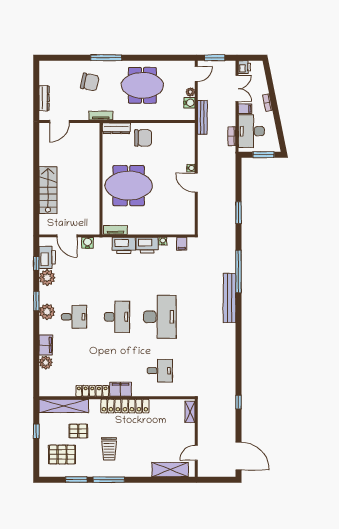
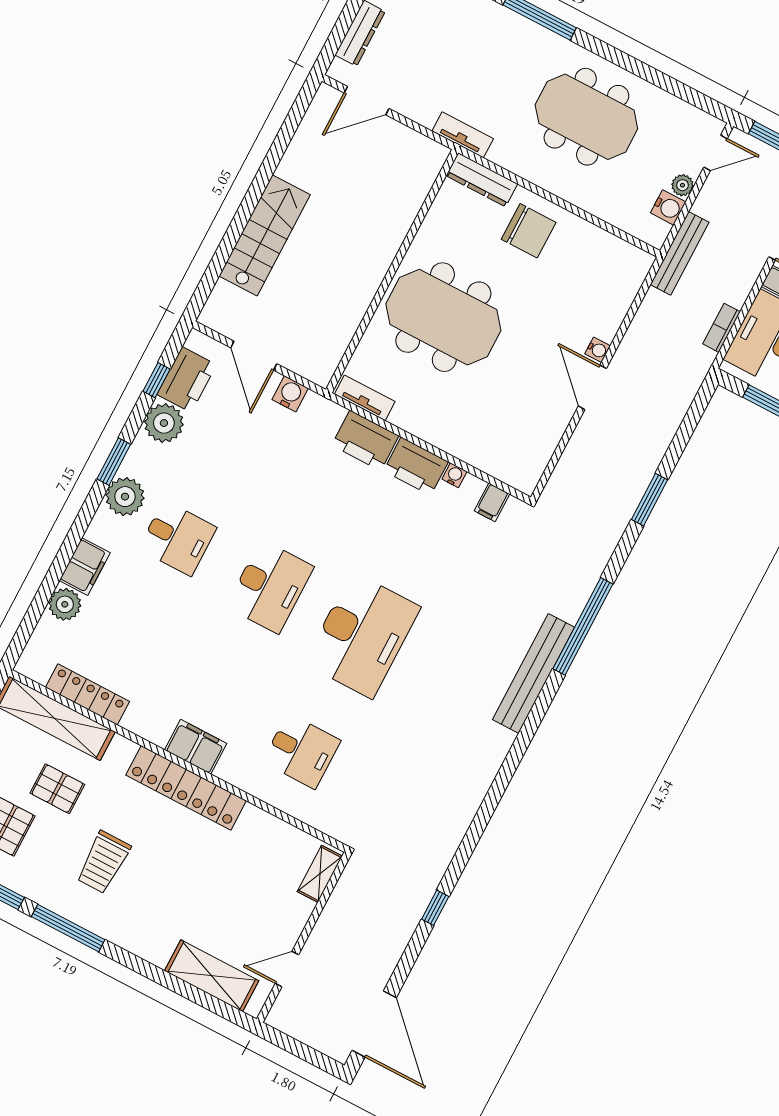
chair: (90, 82) -> (477, 50), removed
locker: (92, 391) -> (87, 694), moved

